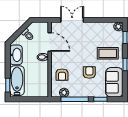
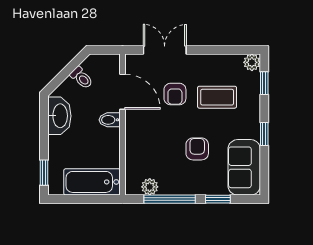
coffee table: (108, 53) -> (217, 97), moved
armchair: (62, 75) -> (175, 94), moved
bathtub: (17, 81) -> (92, 182), moved, turned -90

